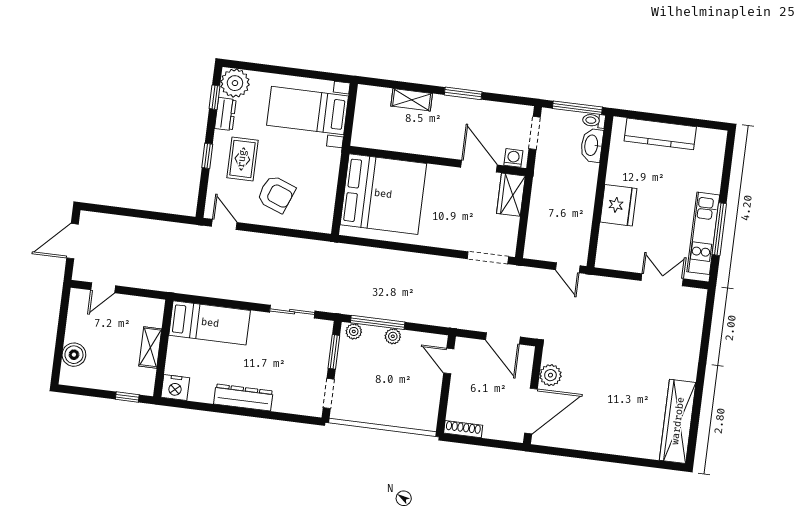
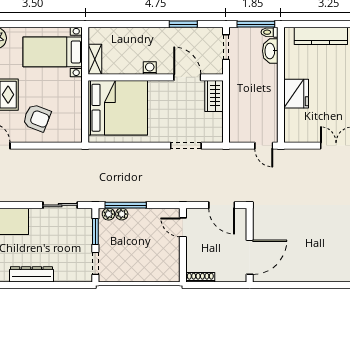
window: (463, 93) -> (183, 24), moved
shelving: (412, 100) -> (95, 59), moved, turned 90
washing machine: (513, 158) -> (150, 68), moved
doorway: (488, 258) -> (186, 146), moved
plant: (393, 336) -> (122, 214), moved
plant: (550, 375) -> (261, 228), removed

